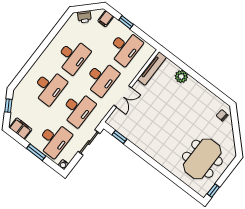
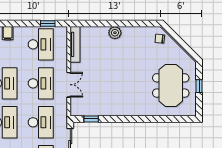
window: (126, 22) -> (48, 23), moved
plant: (181, 76) -> (115, 33), moved
window: (213, 191) -> (199, 86), moved

